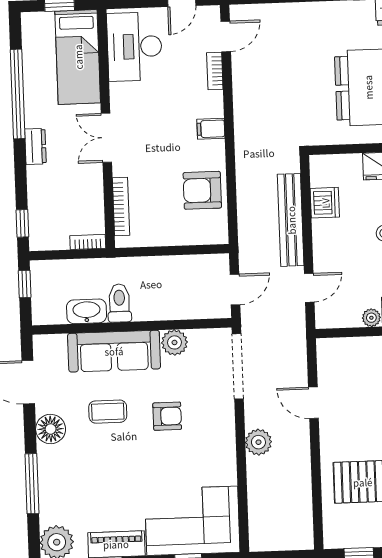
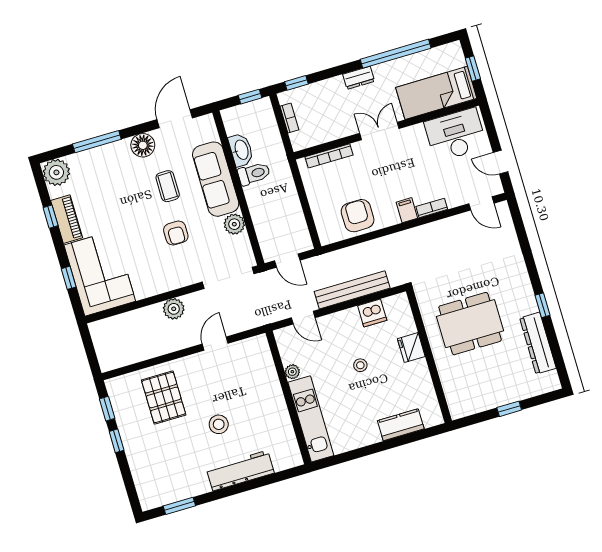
bookcase: (215, 71) -> (432, 208), moved
bookcase: (88, 242) -> (289, 118), moved

